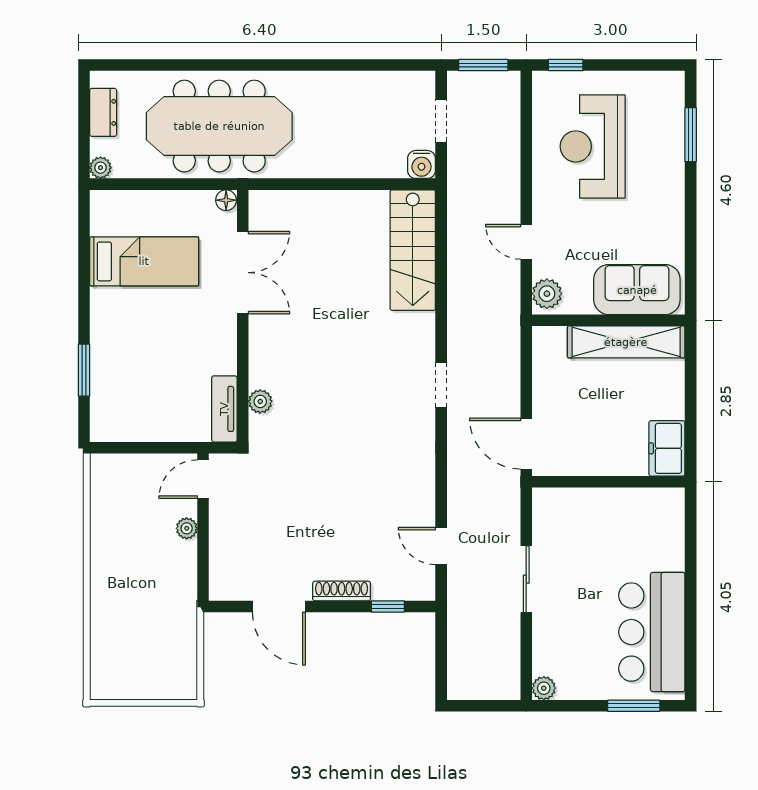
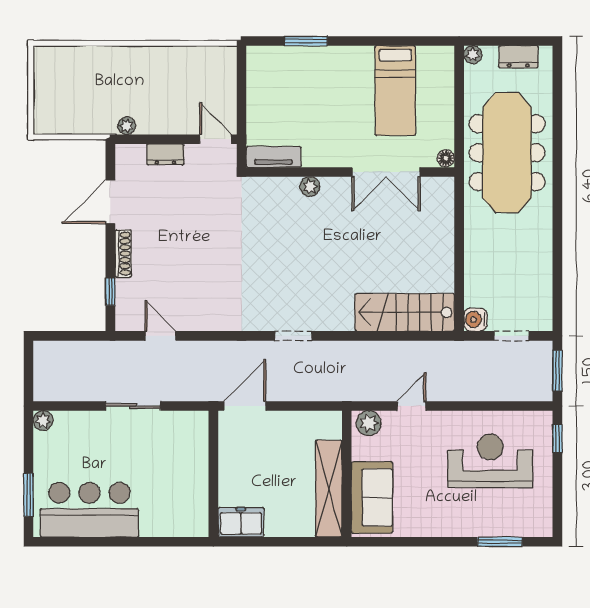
plant: (260, 401) -> (310, 186), moved
plant: (187, 528) -> (127, 126), moved
dresser: (221, 540) -> (165, 154), added
door: (441, 546) -> (160, 336), hinge flipped

